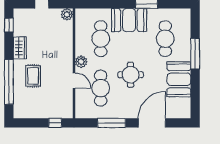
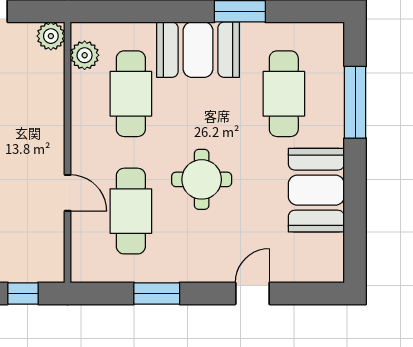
window: (195, 54) -> (355, 102), moved
plant: (81, 62) -> (85, 55), moved
window: (112, 123) -> (157, 293), width x0.69
door: (152, 123) -> (252, 293), width x0.53

